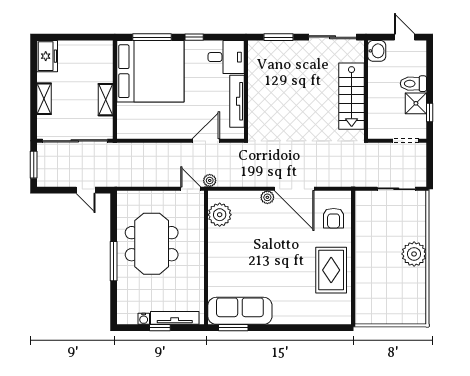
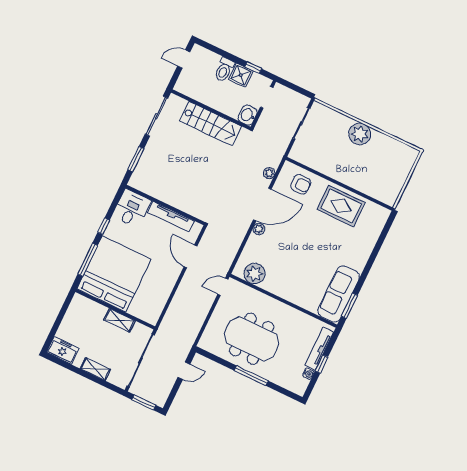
washbasin: (377, 51) -> (248, 115), moved, turned -90
plant: (210, 180) -> (269, 173), moved

